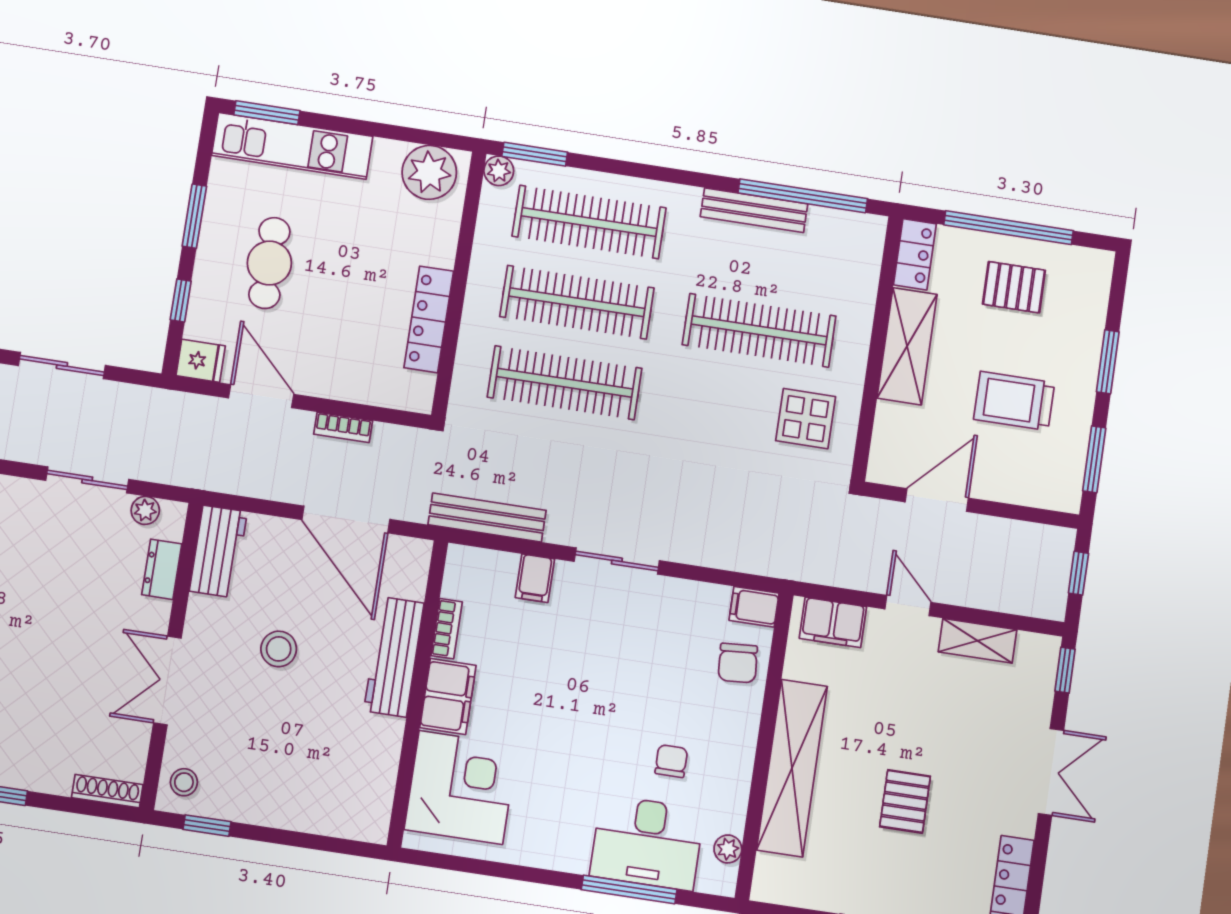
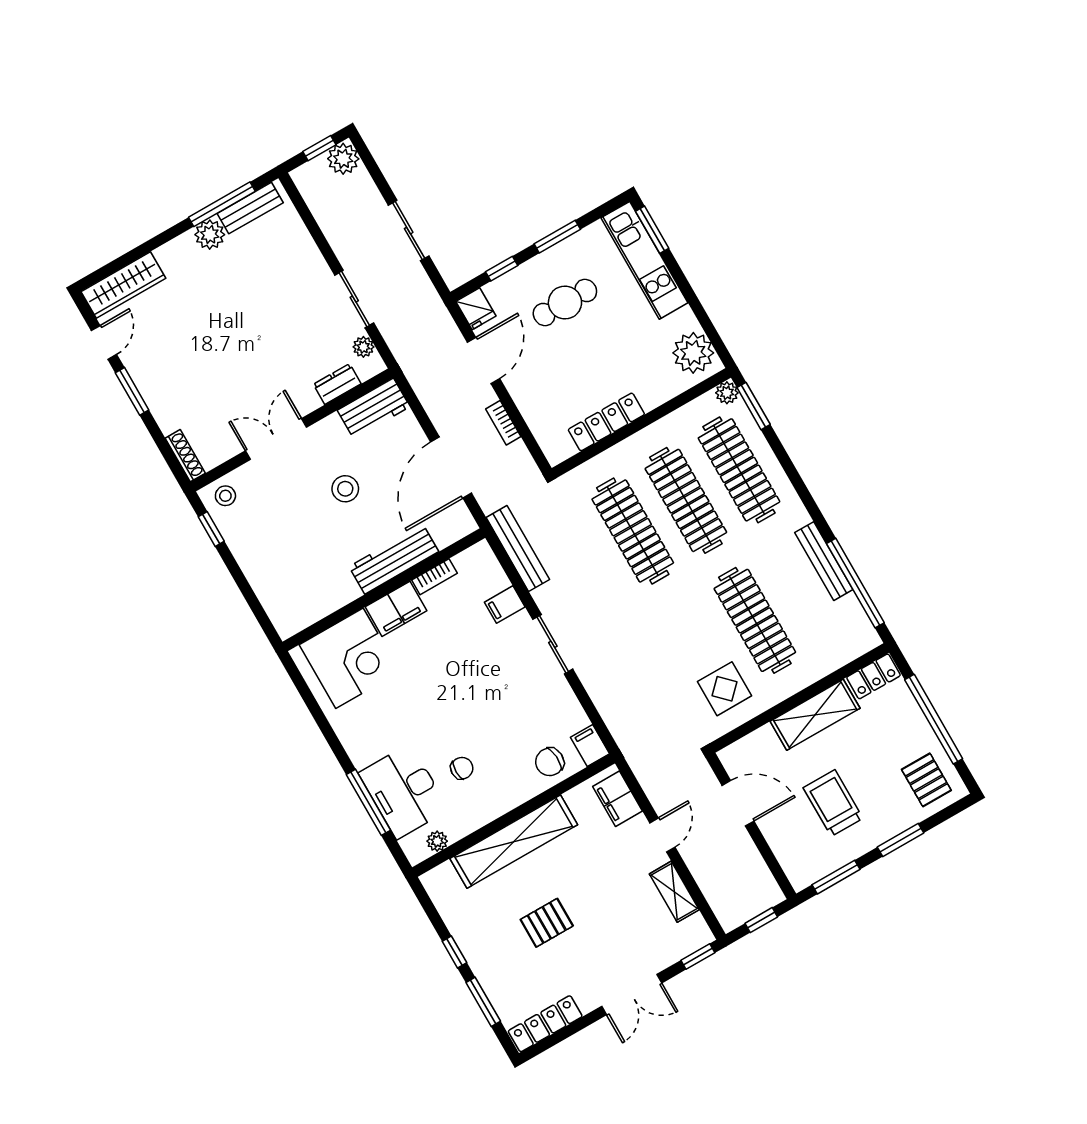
pallet: (1014, 287) -> (926, 780), moved

